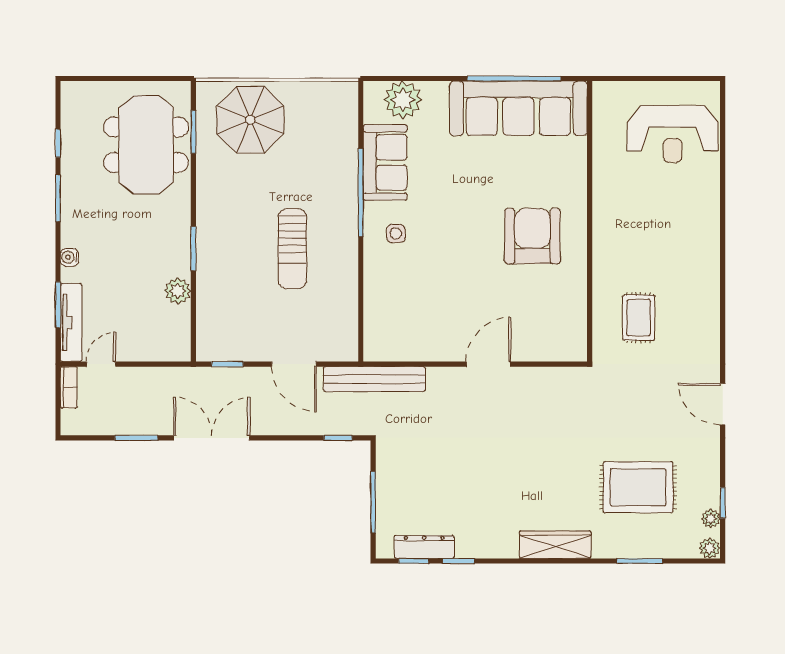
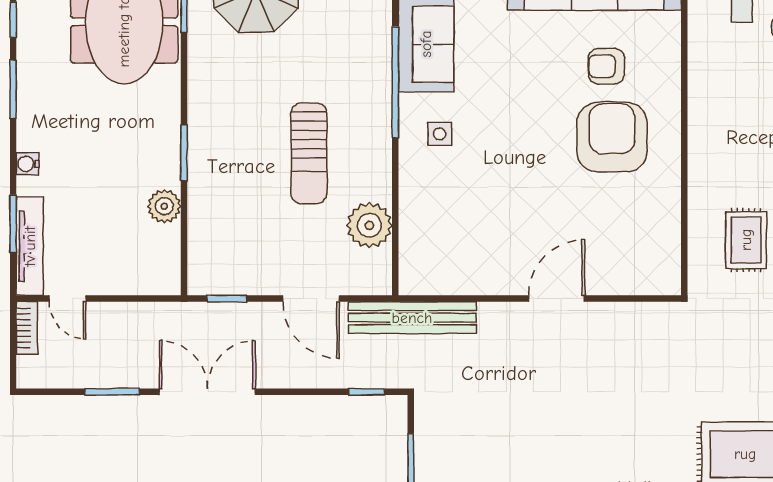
armchair: (528, 180) -> (606, 66), added
plant: (340, 306) -> (369, 225), added
door: (101, 364) -> (68, 299), swing flipped

